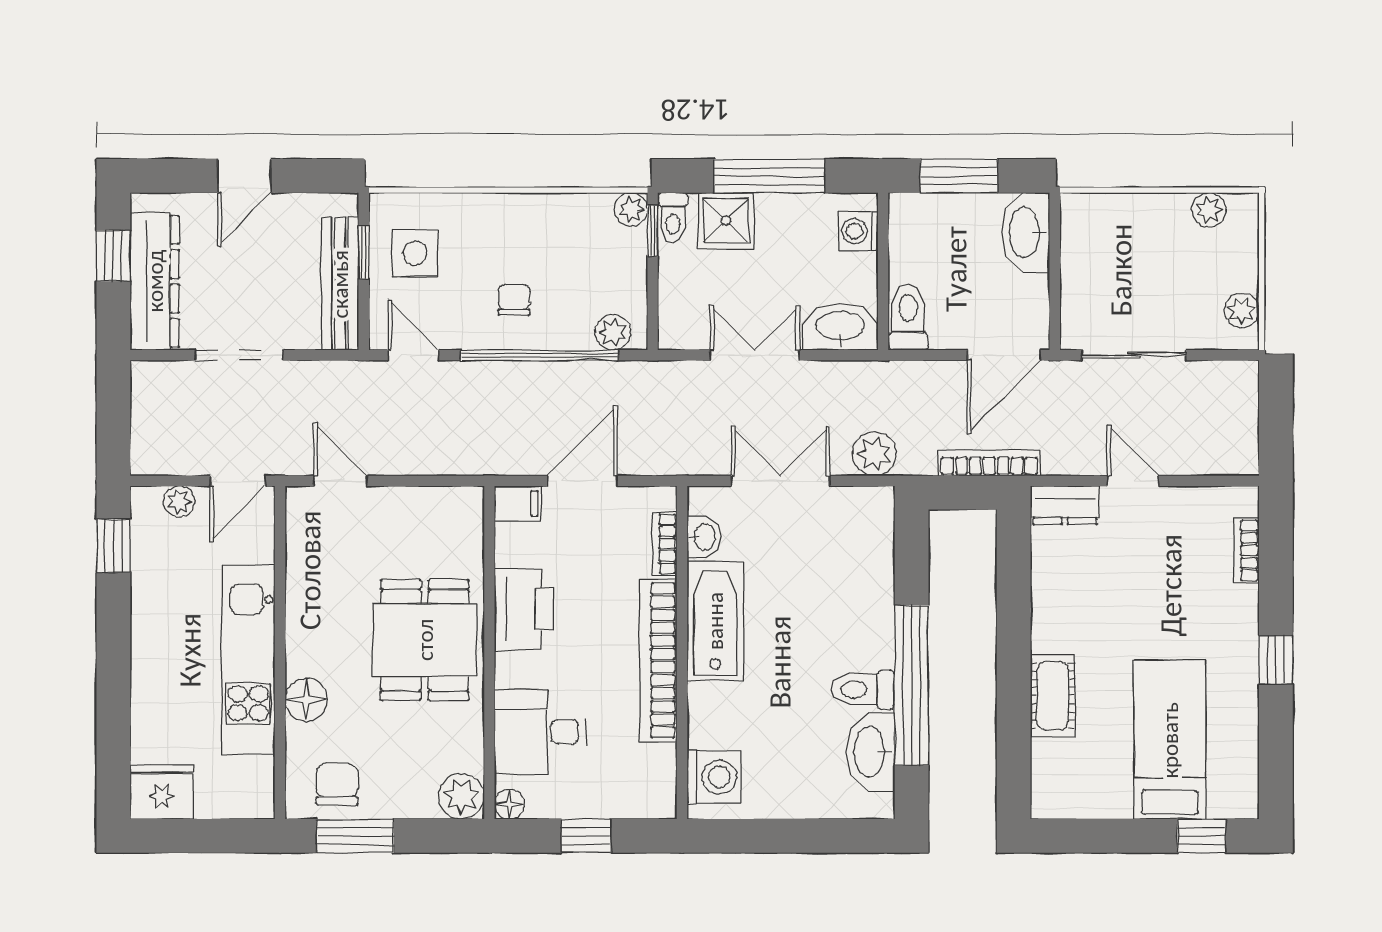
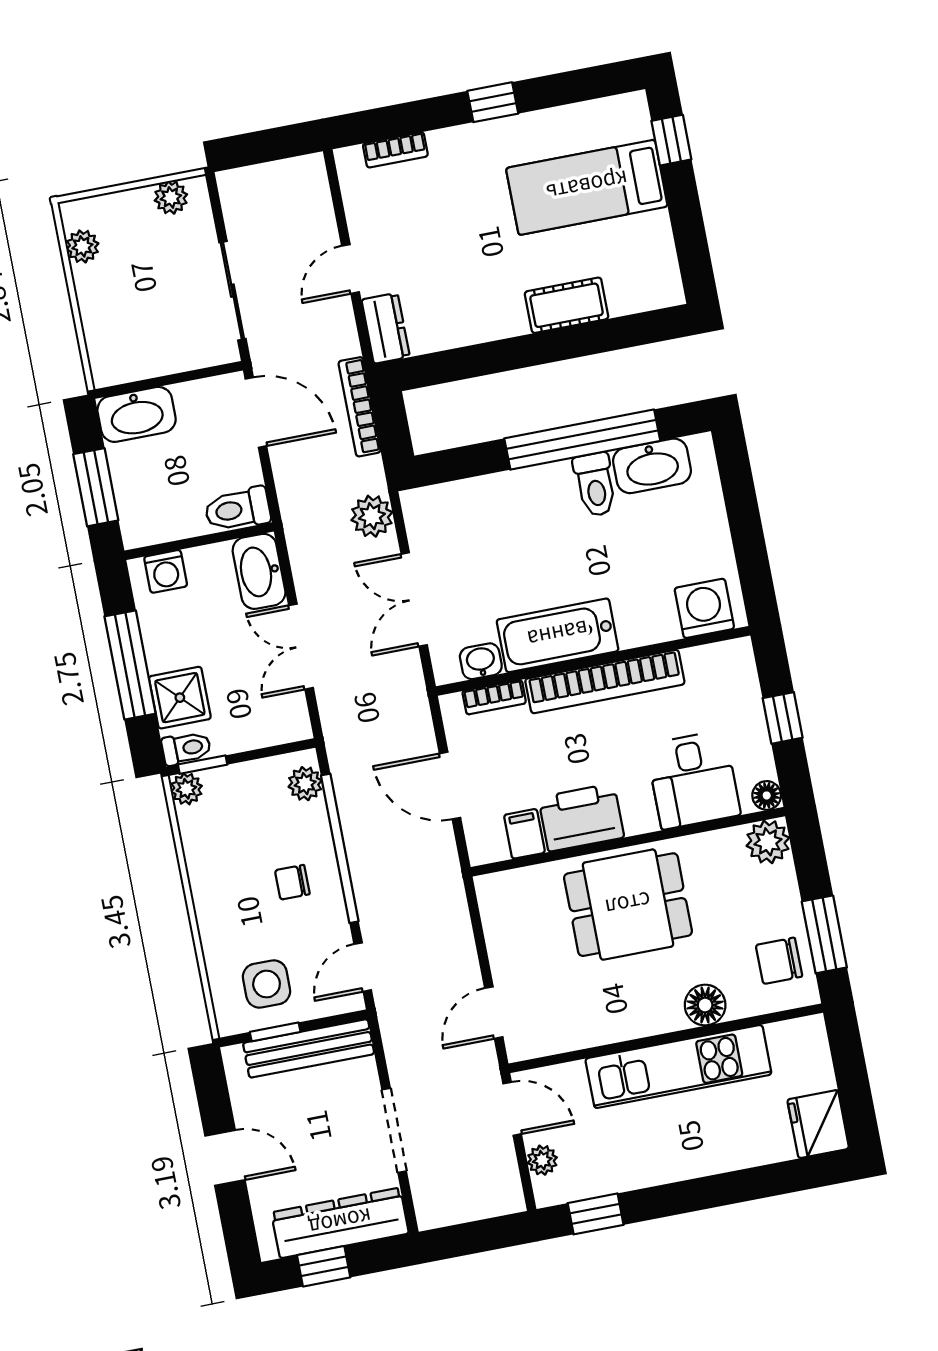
filing cabinet: (518, 503) -> (524, 834), moved

